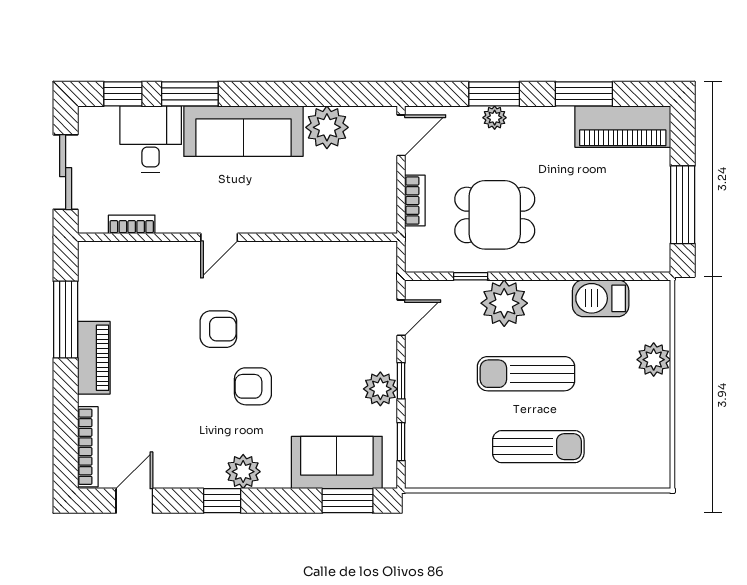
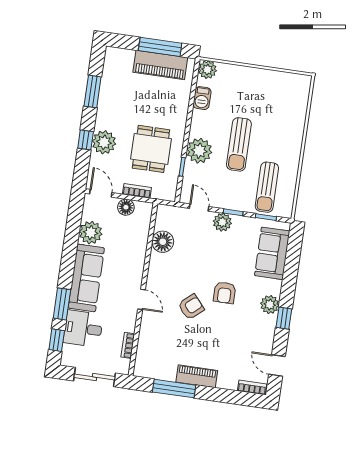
window: (494, 94) -> (86, 140), width x0.67
plant: (495, 118) -> (104, 142), width x1.87, depth x1.87
piano: (623, 127) -> (160, 65), moved, turned 90
floor lamp: (382, 185) -> (126, 207), added
floor lamp: (329, 261) -> (163, 242), added
barbecue: (601, 298) -> (202, 98), width x0.73, depth x0.79
armchair: (218, 329) -> (191, 307), turned 49
plant: (654, 360) -> (207, 70), moved
plant: (380, 389) -> (222, 222), moved
bookcase: (88, 447) -> (252, 388), width x0.64
sun lounger: (538, 447) -> (267, 187), moved, turned 180
window: (347, 501) -> (294, 251), removed

